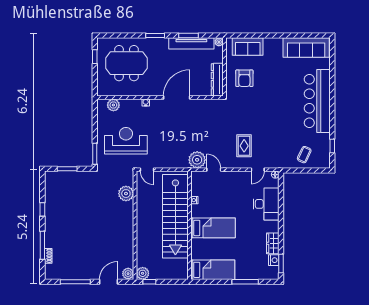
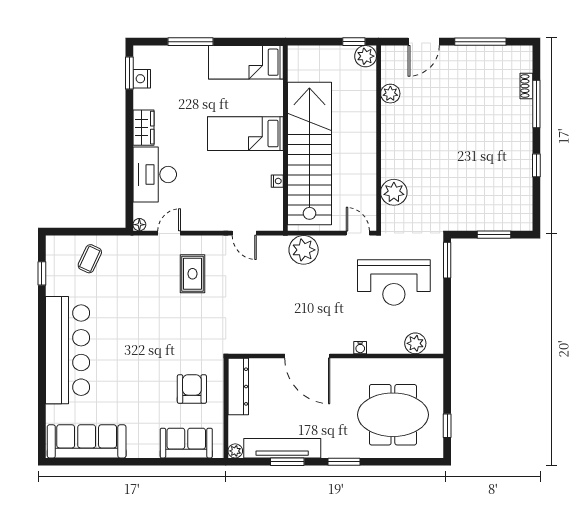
door: (177, 98) -> (307, 356), hinge flipped
plant: (197, 160) -> (304, 250), moved
wardrobe: (273, 243) -> (143, 128), moved
plant: (128, 274) -> (390, 94), moved

